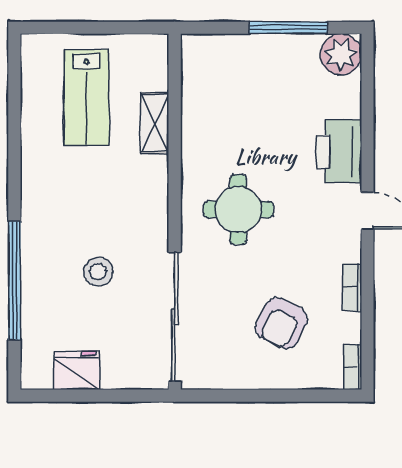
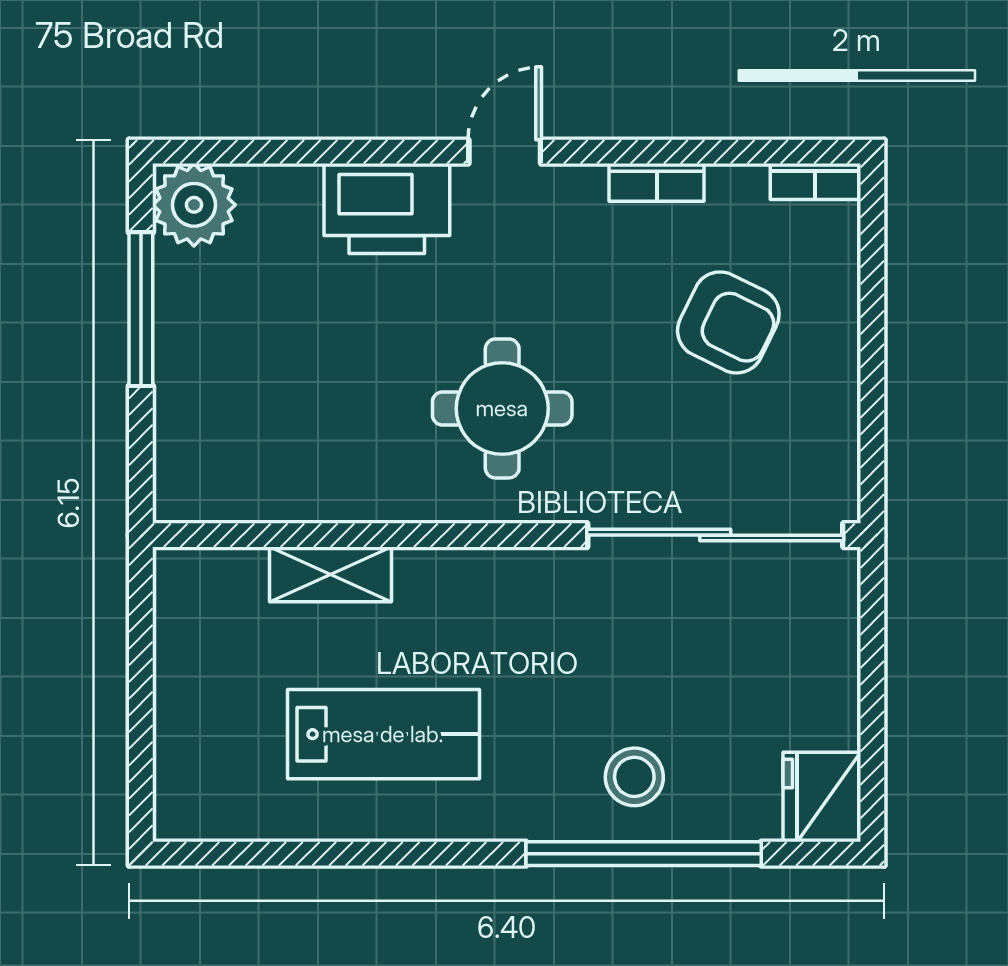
lab bench: (87, 97) -> (383, 734), moved
stool: (98, 272) -> (634, 777), moved
fridge: (77, 370) -> (822, 797), moved

